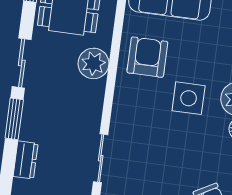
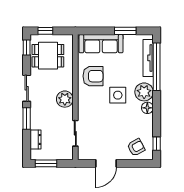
armchair: (147, 57) -> (93, 76), turned 90
plant: (93, 63) -> (65, 99), moved

